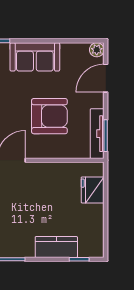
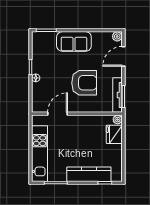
plant: (97, 169) -> (118, 120), added
kitchen counter: (56, 247) -> (89, 174), width x1.50

